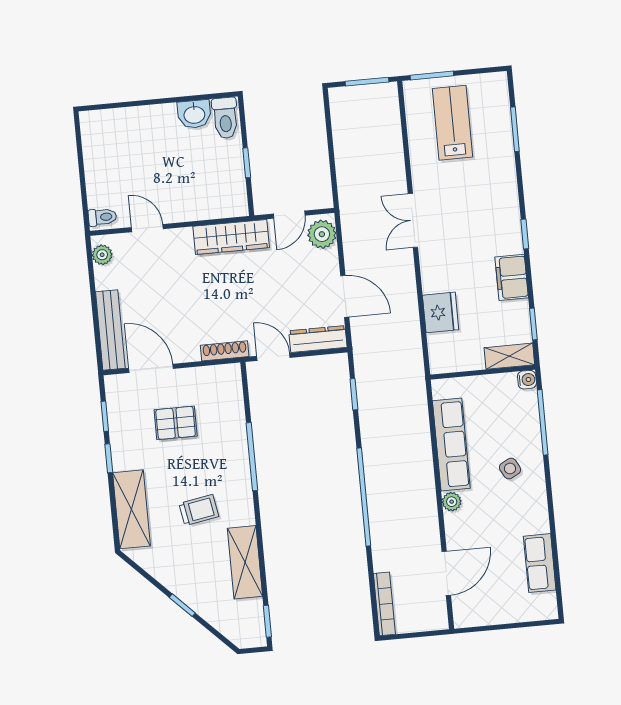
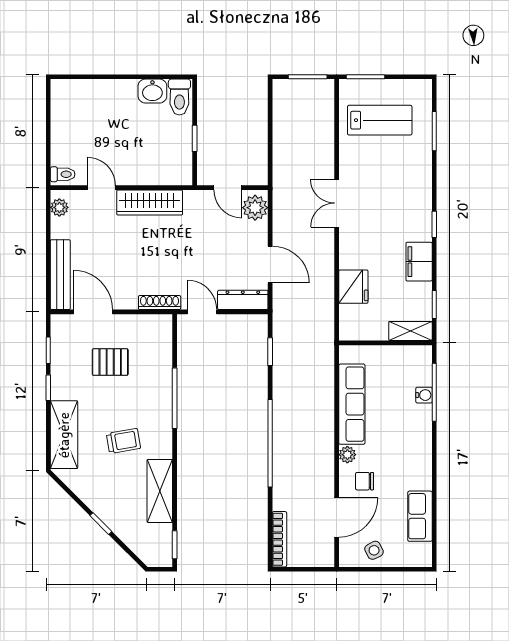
lab bench: (452, 123) -> (380, 120), turned 90
door: (289, 215) -> (228, 188), hinge flipped
wardrobe: (231, 237) -> (150, 203), moved
water cooler: (527, 380) -> (424, 395), moved
side table: (510, 469) -> (374, 550), moved
chair: (474, 530) -> (365, 481), added

